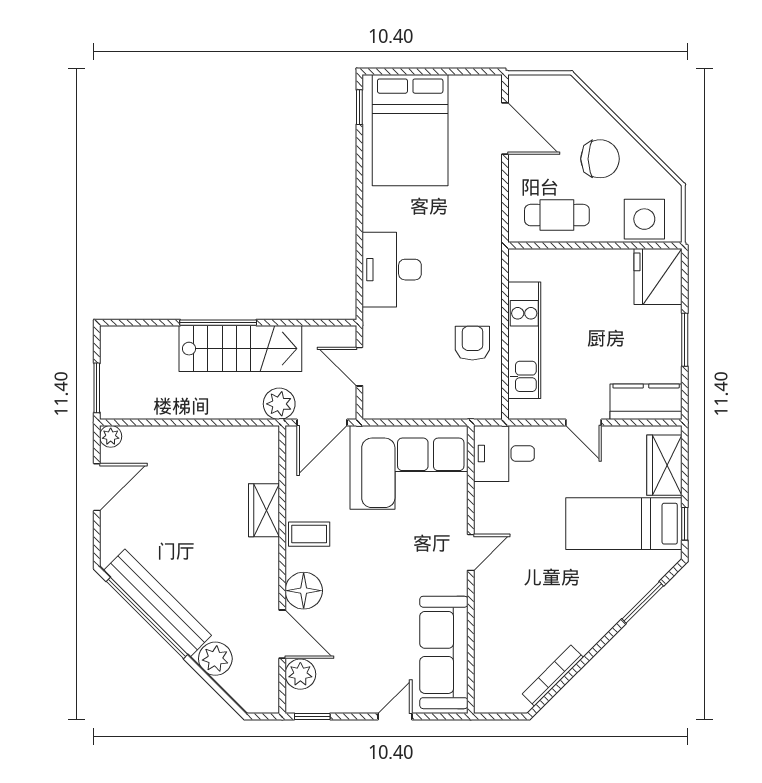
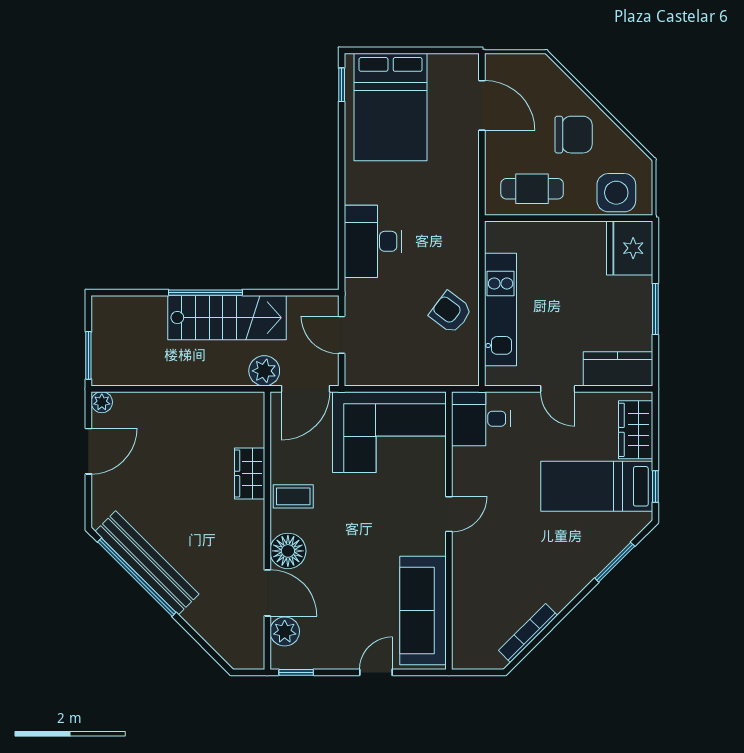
armchair: (472, 343) -> (451, 312), turned -53
plant: (215, 659) -> (203, 617), removed

